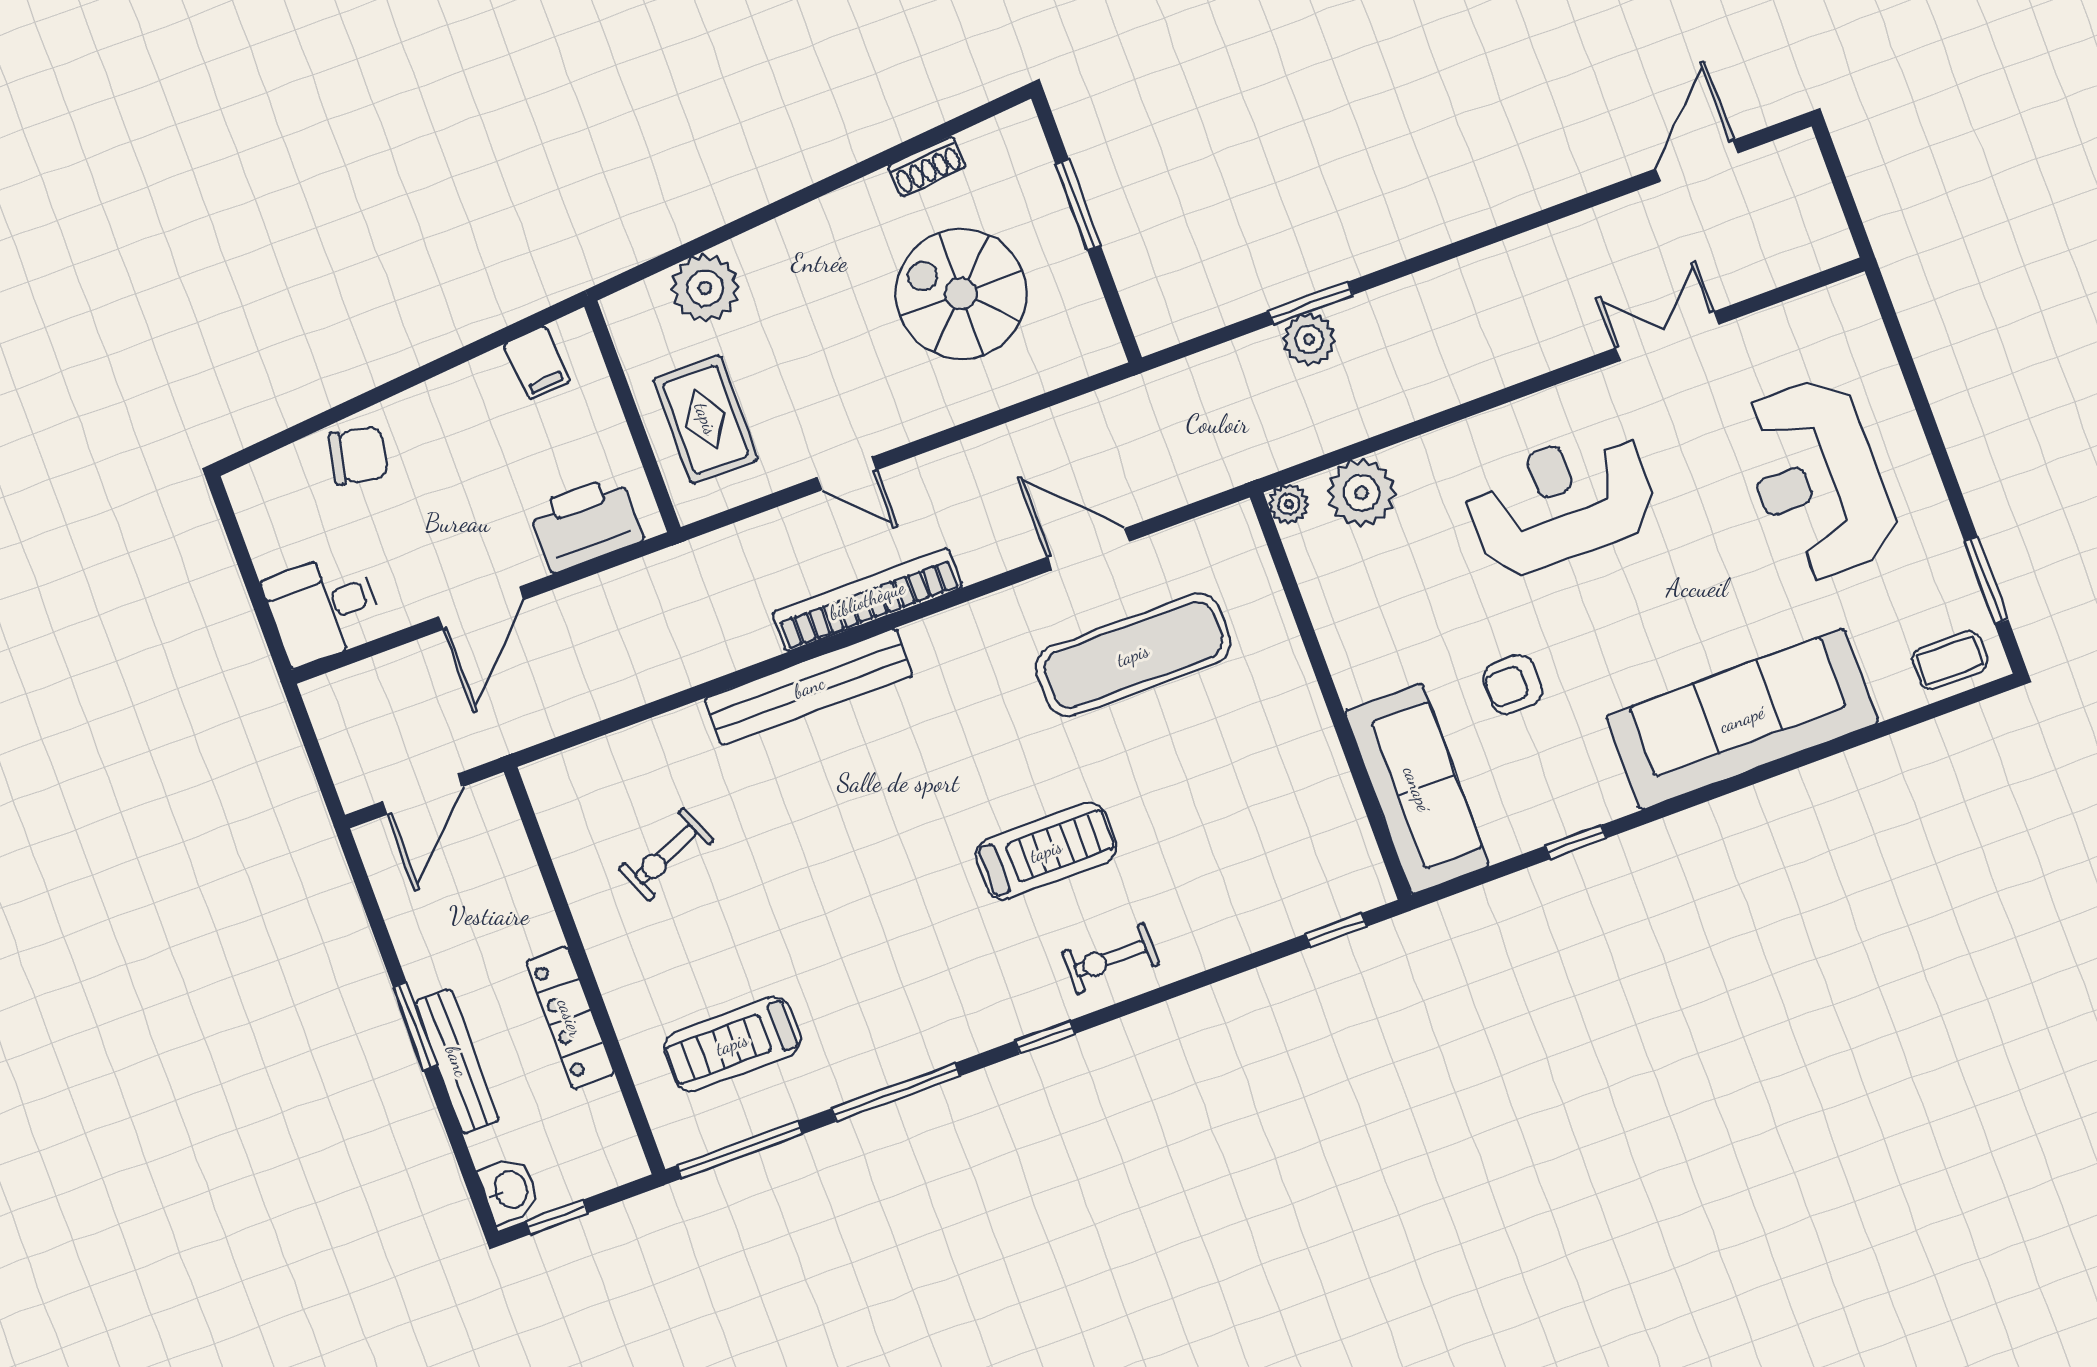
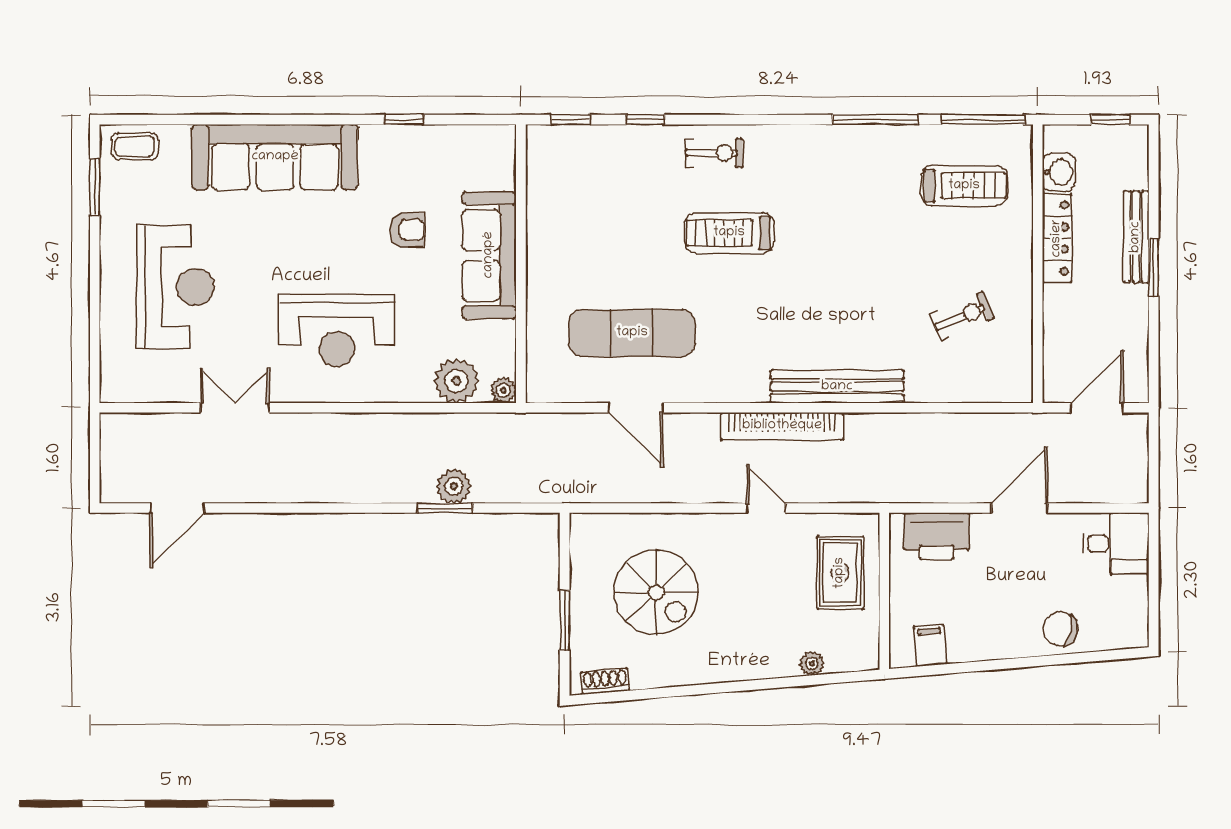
shoe rack: (927, 166) -> (605, 681), moved
plant: (705, 288) -> (812, 664), width x0.53, depth x0.53
double door: (1667, 336) -> (235, 408), swing flipped
sofa: (1417, 789) -> (489, 255), moved
window: (1045, 1037) -> (646, 120), moved
washbasin: (510, 1190) -> (1059, 172), moved, turned 180

